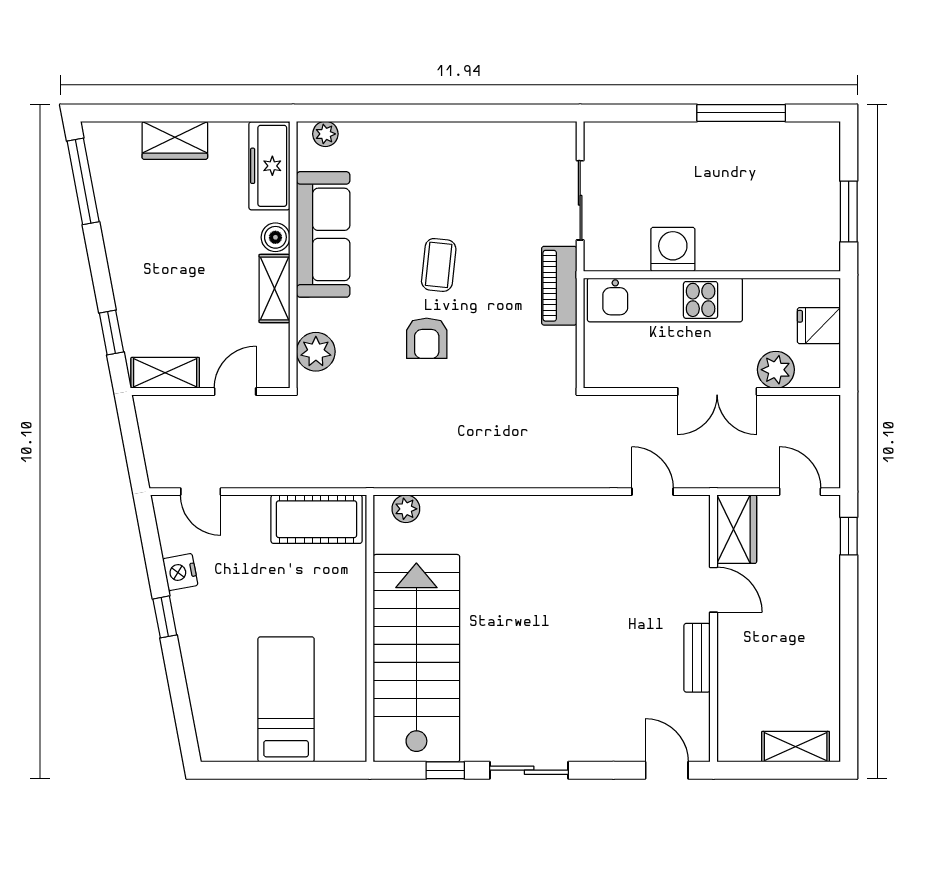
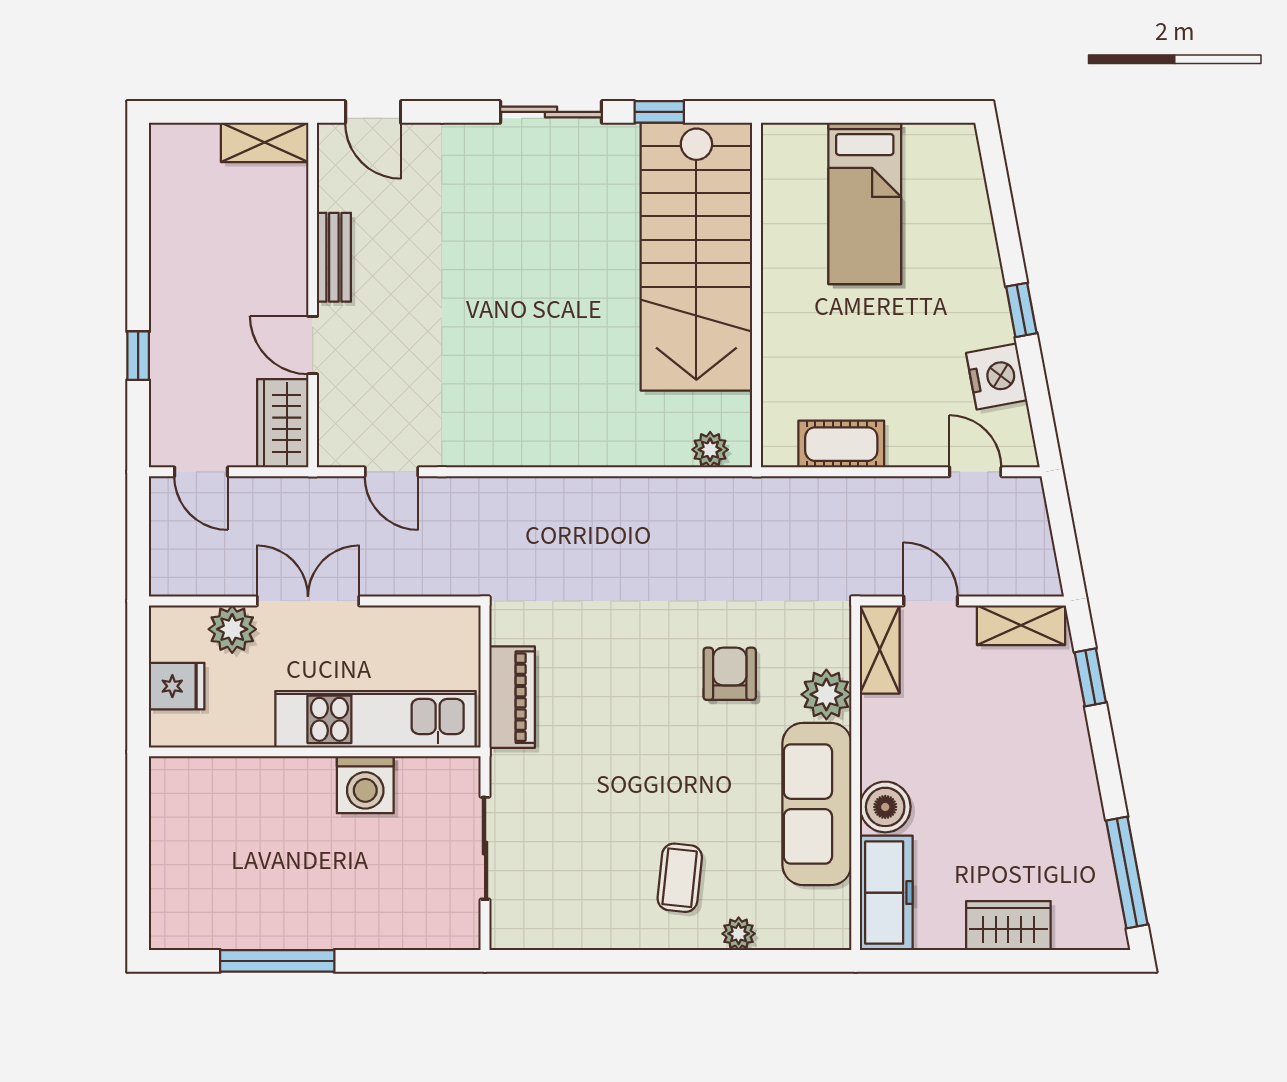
plant: (325, 134) -> (739, 934), moved
window: (849, 212) -> (138, 834), removed
boiler: (275, 237) -> (885, 807), width x1.36, depth x1.36
coffee table: (439, 265) -> (680, 878), moved
piano: (559, 286) -> (512, 697), moved
shelving: (274, 288) -> (880, 649), moved
armchair: (427, 338) -> (730, 674), moved
plant: (316, 352) -> (826, 694), moved
door: (235, 392) -> (931, 601), swing flipped
cot: (317, 519) -> (841, 444), width x0.73, depth x0.75
window: (849, 536) -> (138, 356), moved
nightstand: (180, 572) -> (997, 377), width x1.36, depth x1.33
shelving: (796, 747) -> (265, 142), moved

